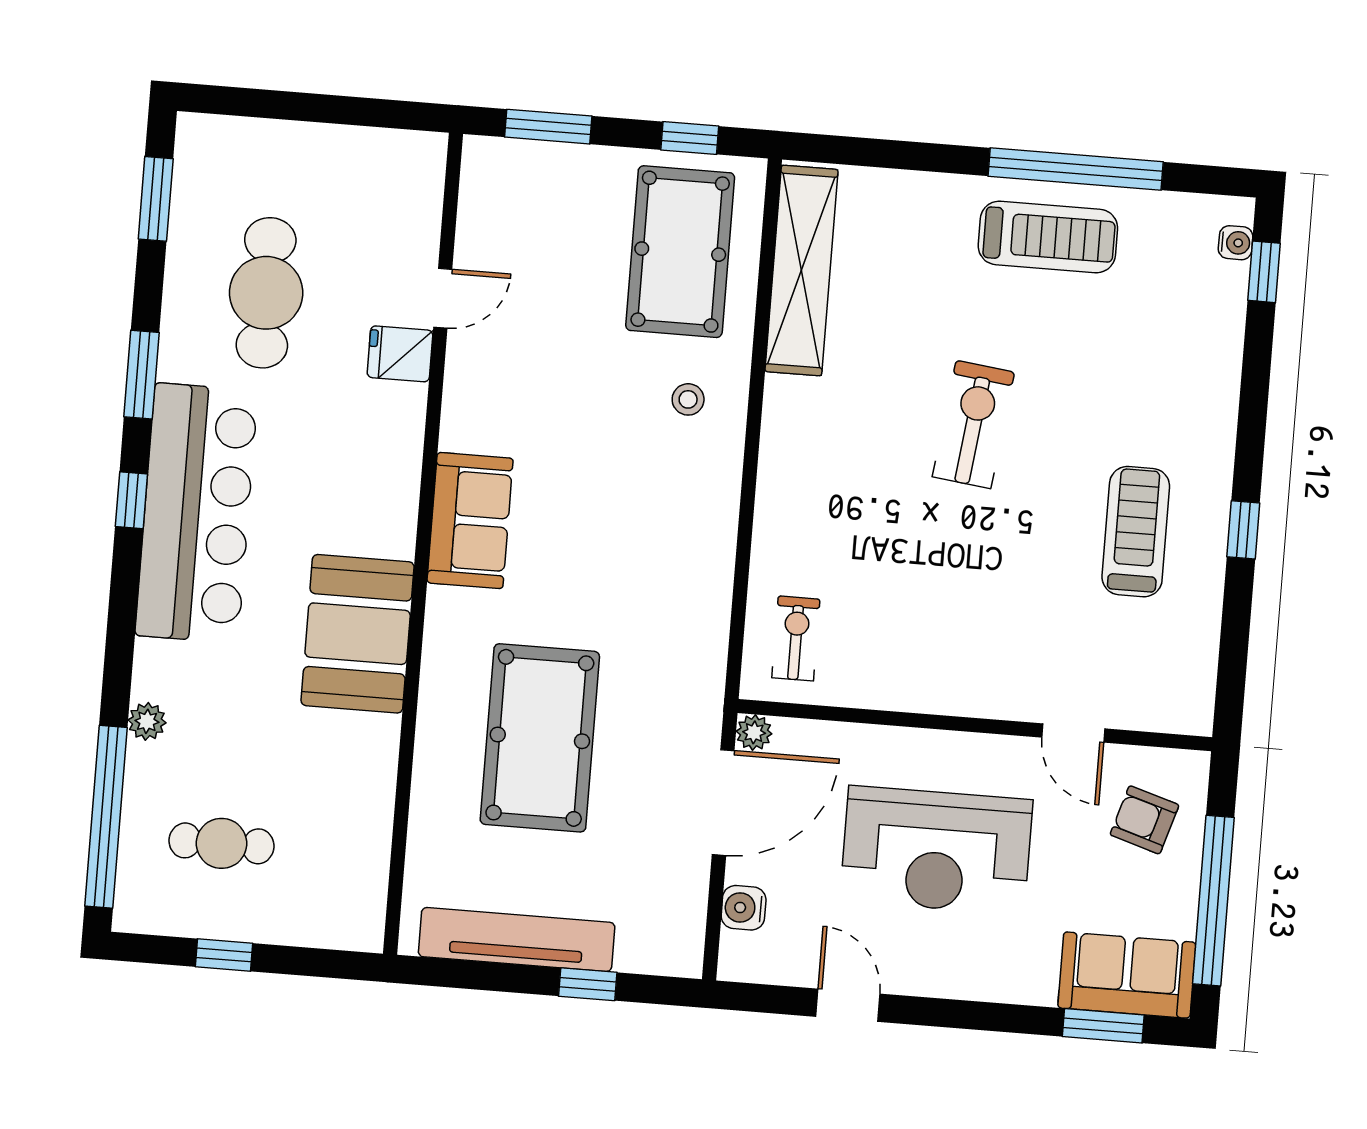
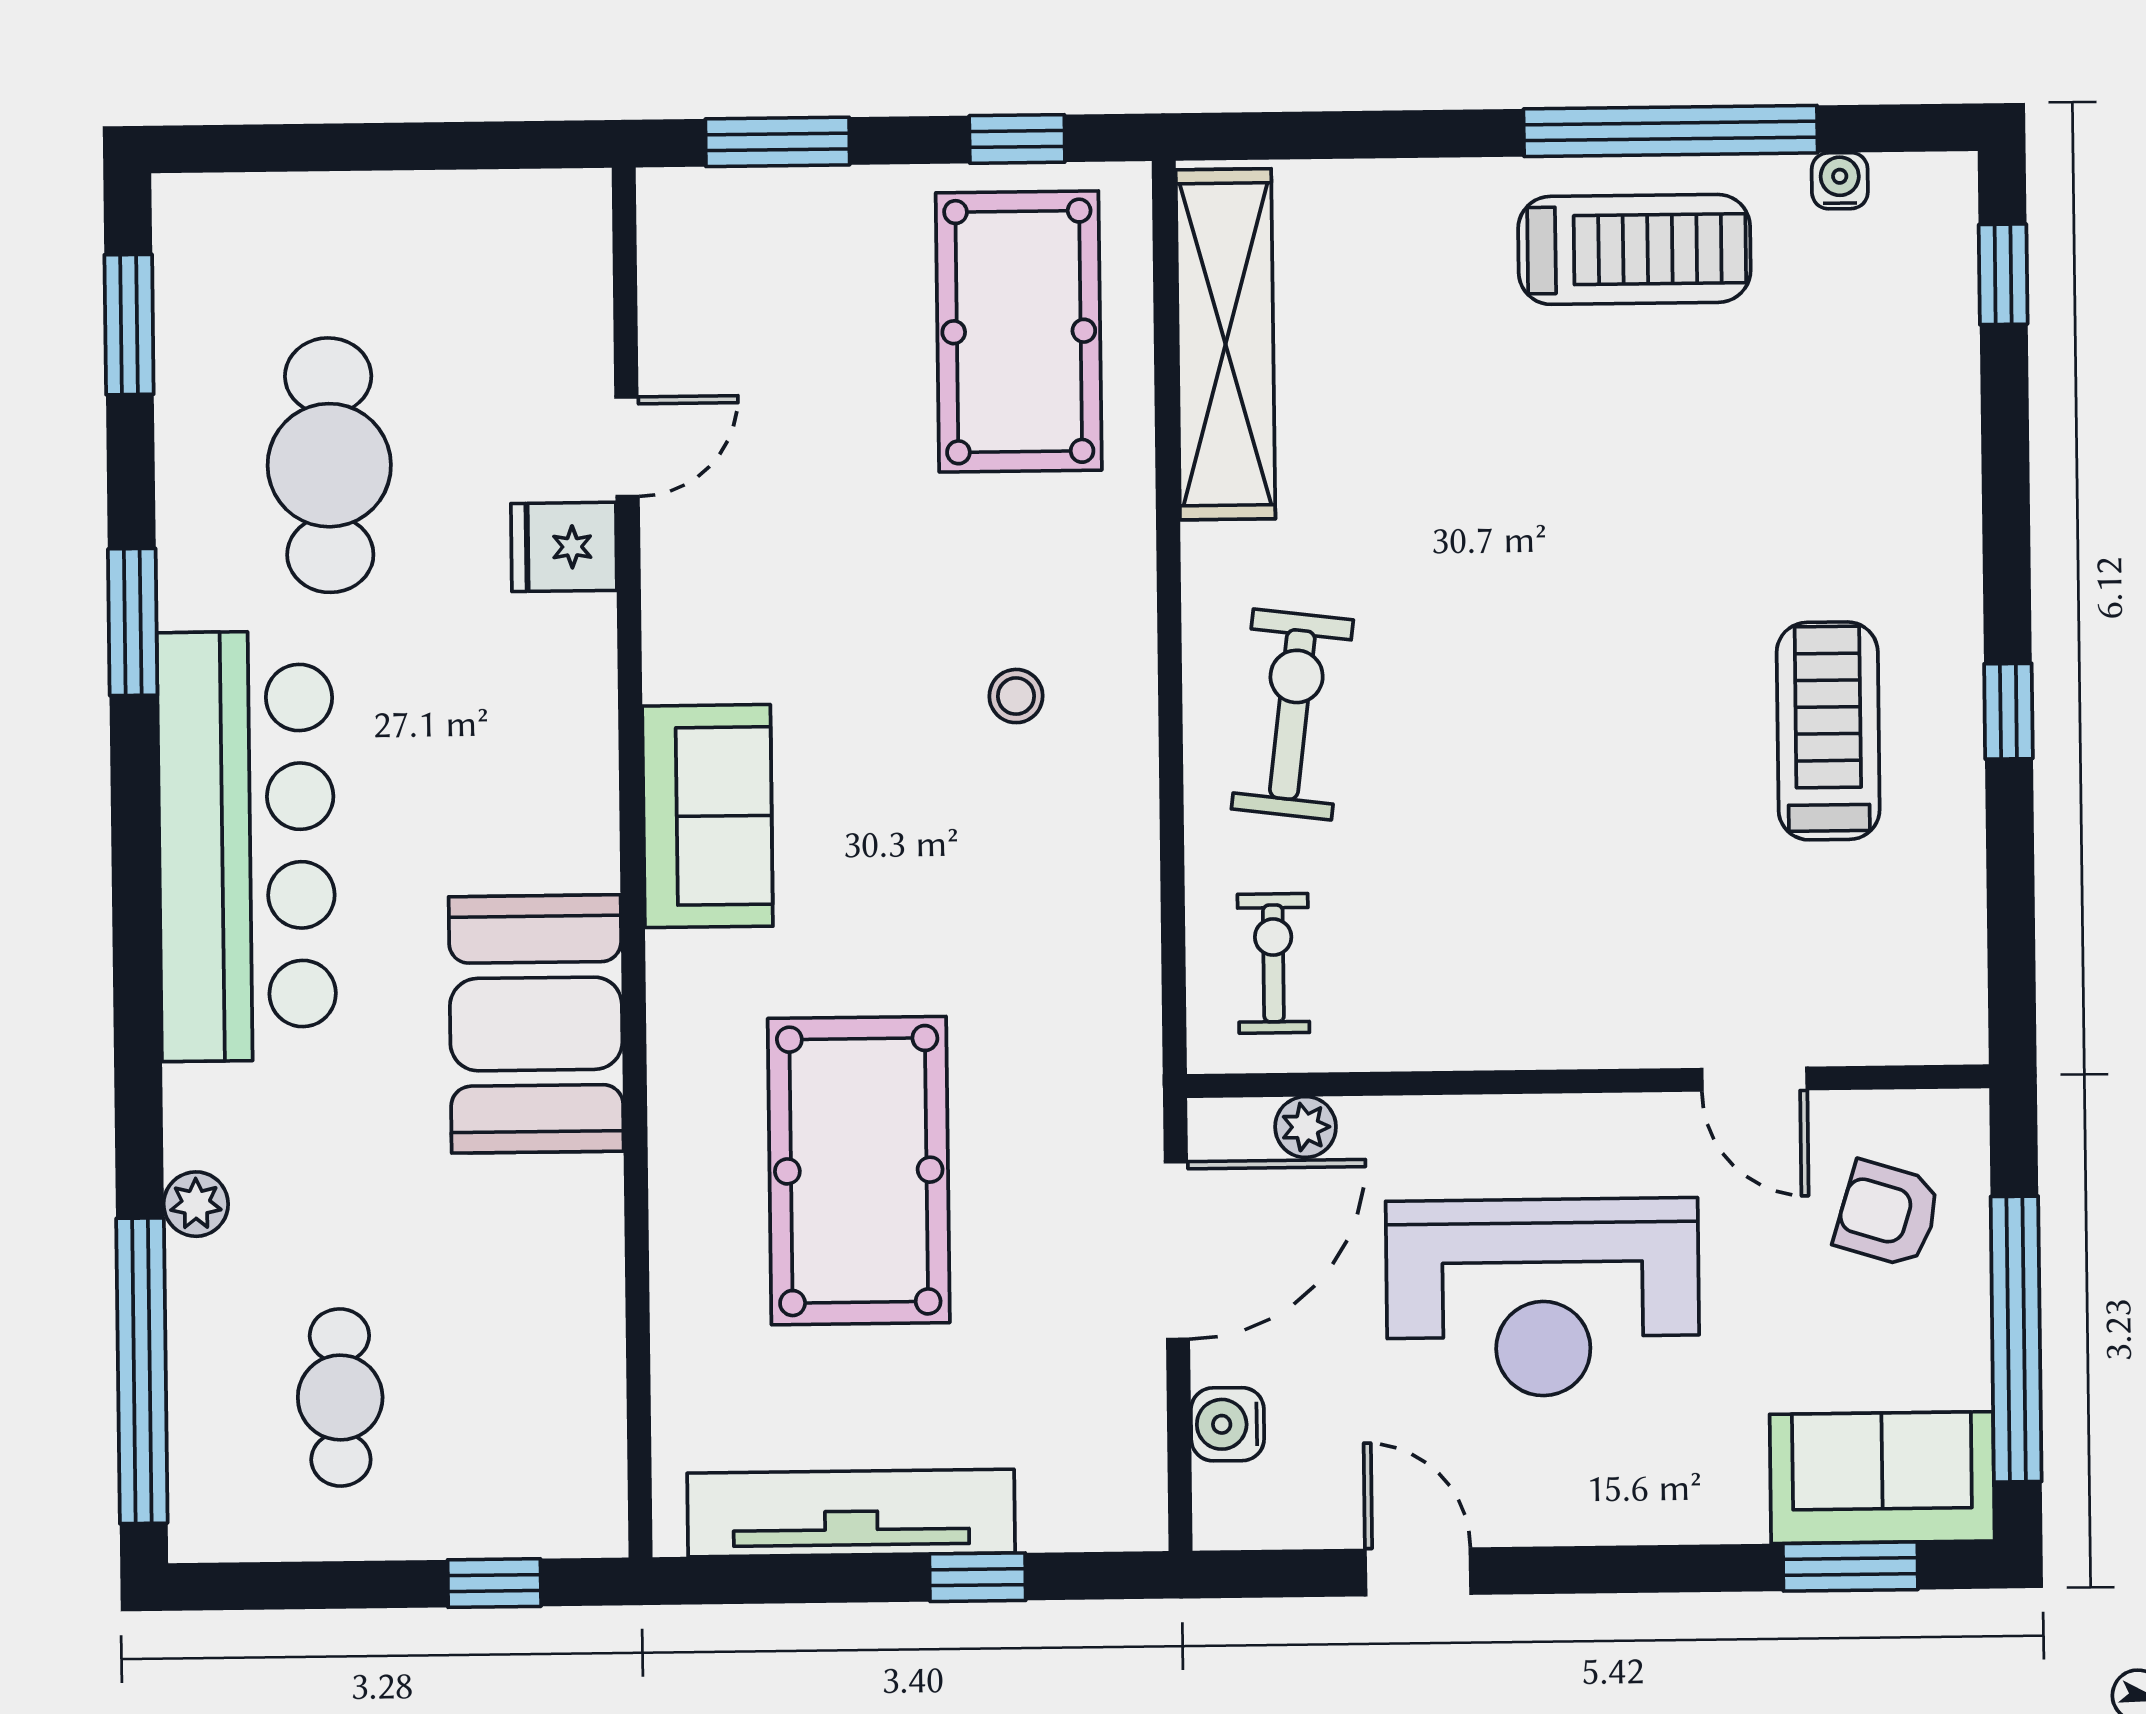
water cooler: (1236, 243) -> (1840, 181), moved, turned -90
stool: (688, 399) -> (1016, 696), moved
exercise bike: (973, 424) -> (1292, 714), moved
window: (131, 500) -> (135, 835), removed
plant: (754, 732) -> (1306, 1127), moved
cafe table: (222, 843) -> (340, 1397), turned 90
window: (224, 955) -> (494, 1583), moved

